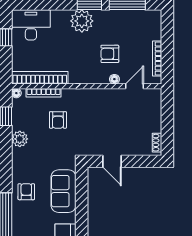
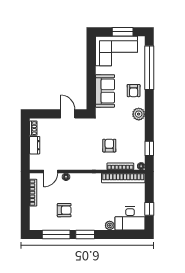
plant: (82, 21) -> (110, 225), moved, width x0.53, depth x0.53
armchair: (110, 54) -> (64, 210), moved
dresser: (155, 120) -> (35, 145), added
plant: (20, 139) -> (139, 114), moved

